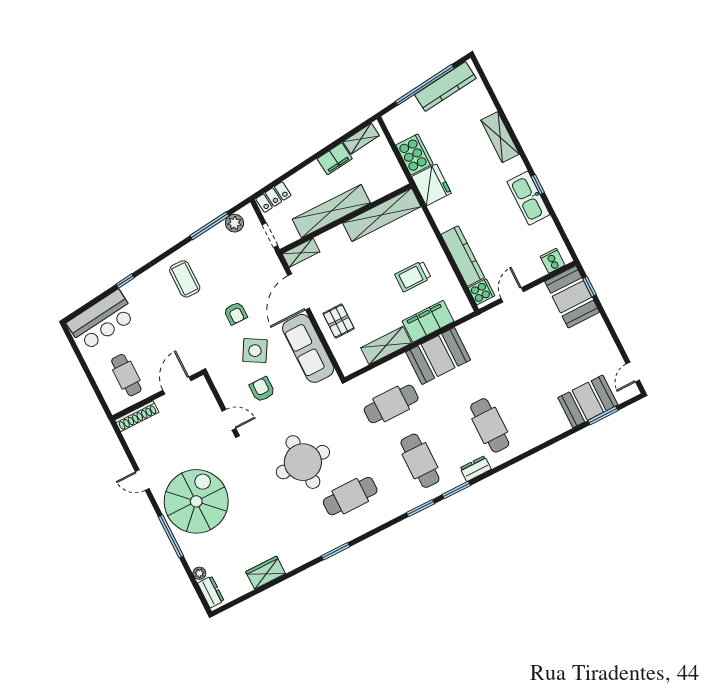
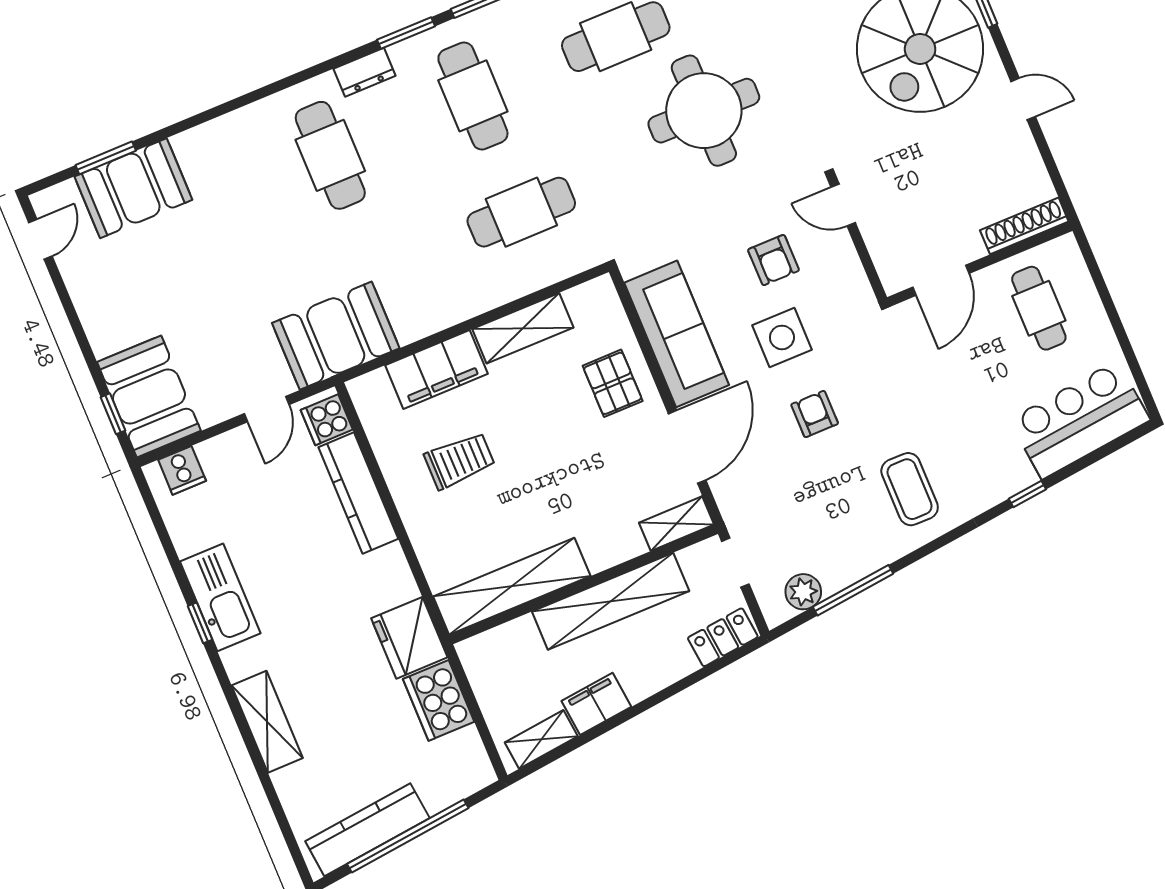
side table: (255, 351) -> (782, 337), turned -30
booth: (438, 356) -> (336, 336), moved

